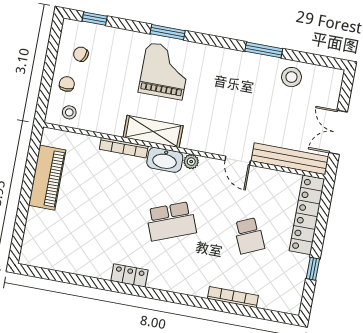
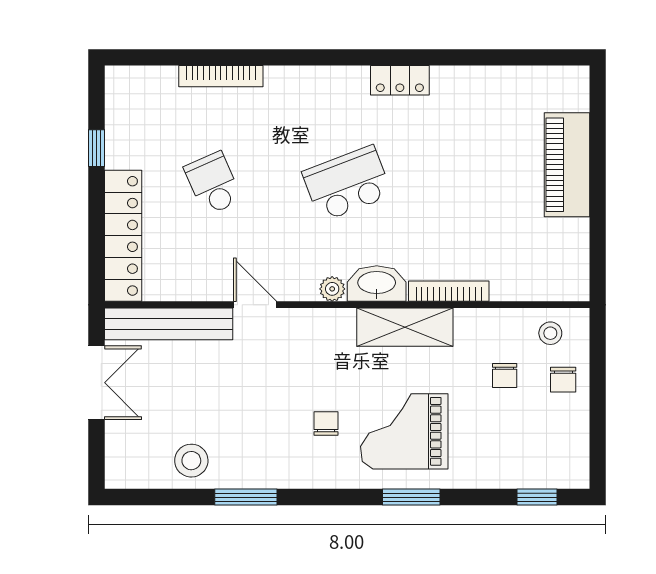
chair: (81, 54) -> (505, 375), moved, turned 69
grand piano: (165, 71) -> (404, 431), turned 90
chair: (209, 84) -> (326, 424), added
piano: (47, 178) -> (567, 165), moved

